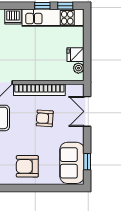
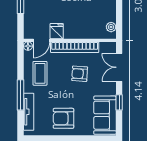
fridge: (76, 55) -> (57, 31), moved, turned 90
window: (87, 162) -> (119, 102), moved

